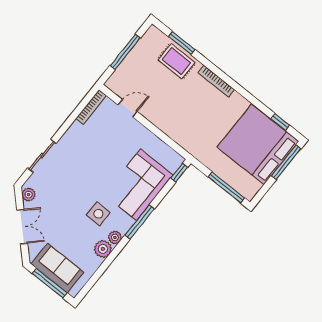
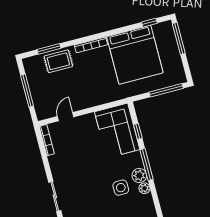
bed: (258, 144) -> (135, 55), moved, turned -90
window: (179, 173) -> (138, 131), moved
corner sofa: (139, 185) -> (117, 131), moved
plant: (103, 249) -> (139, 176), moved

